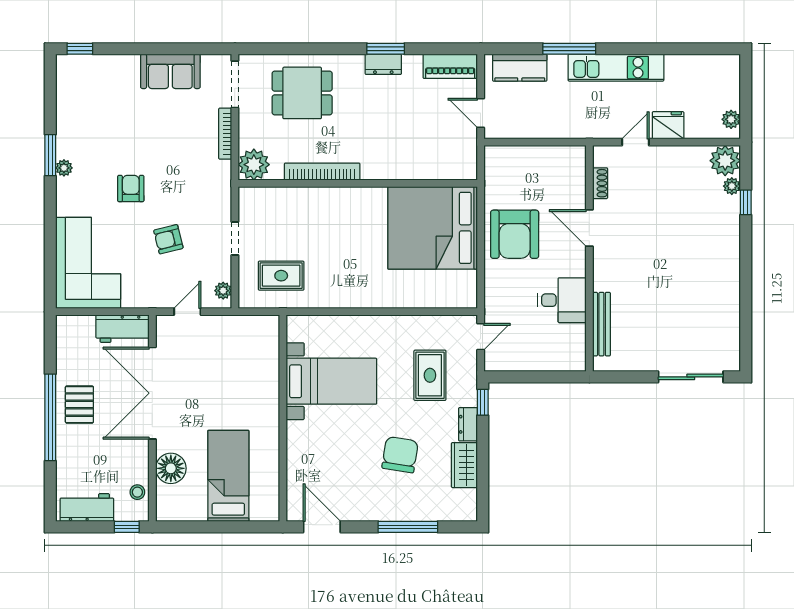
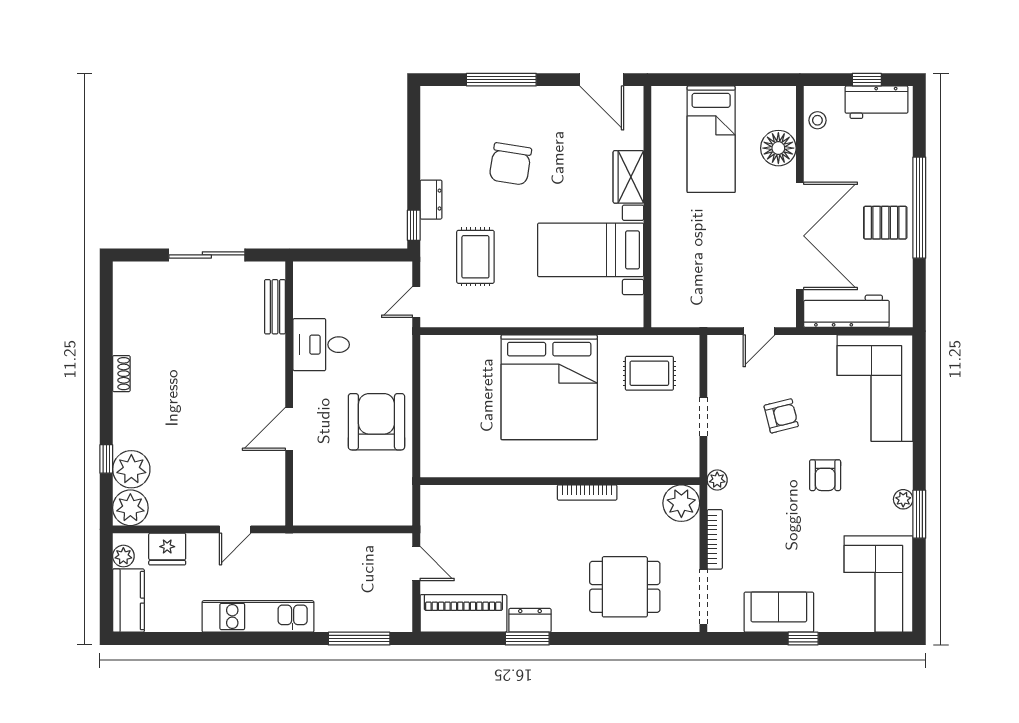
window: (80, 49) -> (803, 639), moved
window: (569, 49) -> (359, 639), moved
piano: (450, 66) -> (463, 613), width x1.37, depth x1.33
kitchen counter: (520, 68) -> (128, 601), moved, turned 90
corner sofa: (85, 95) -> (879, 584), added
fridge: (668, 125) -> (167, 549), moved
bookcase: (322, 172) -> (587, 493), width x0.68, depth x0.76
shoe rack: (600, 183) -> (121, 374), moved, turned 180
plant: (732, 186) -> (131, 469), width x1.87, depth x1.87
bed: (433, 228) -> (549, 387), moved, turned 90
door: (589, 228) -> (289, 429), swing flipped
plant: (223, 291) -> (717, 480), moved
bench: (601, 324) -> (275, 307), width x0.73
workbench: (123, 329) -> (846, 311), width x1.38
sliding door: (691, 377) -> (207, 255), moved
pallet: (79, 405) -> (885, 223), turned 90
wardrobe: (464, 465) -> (628, 177), moved, turned 180
window: (127, 527) -> (867, 80), moved

